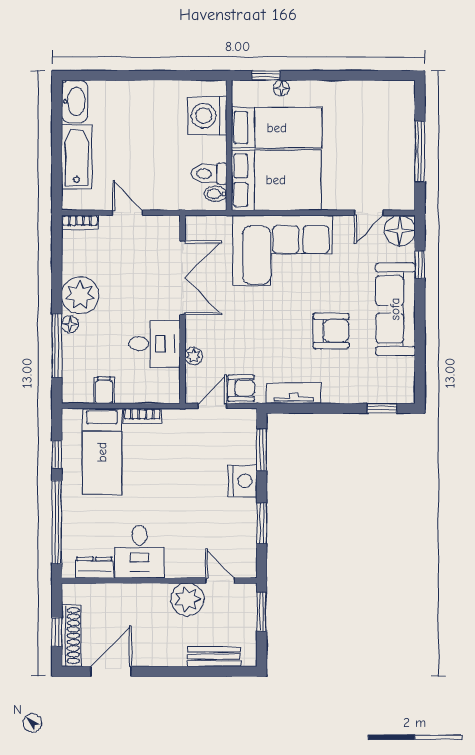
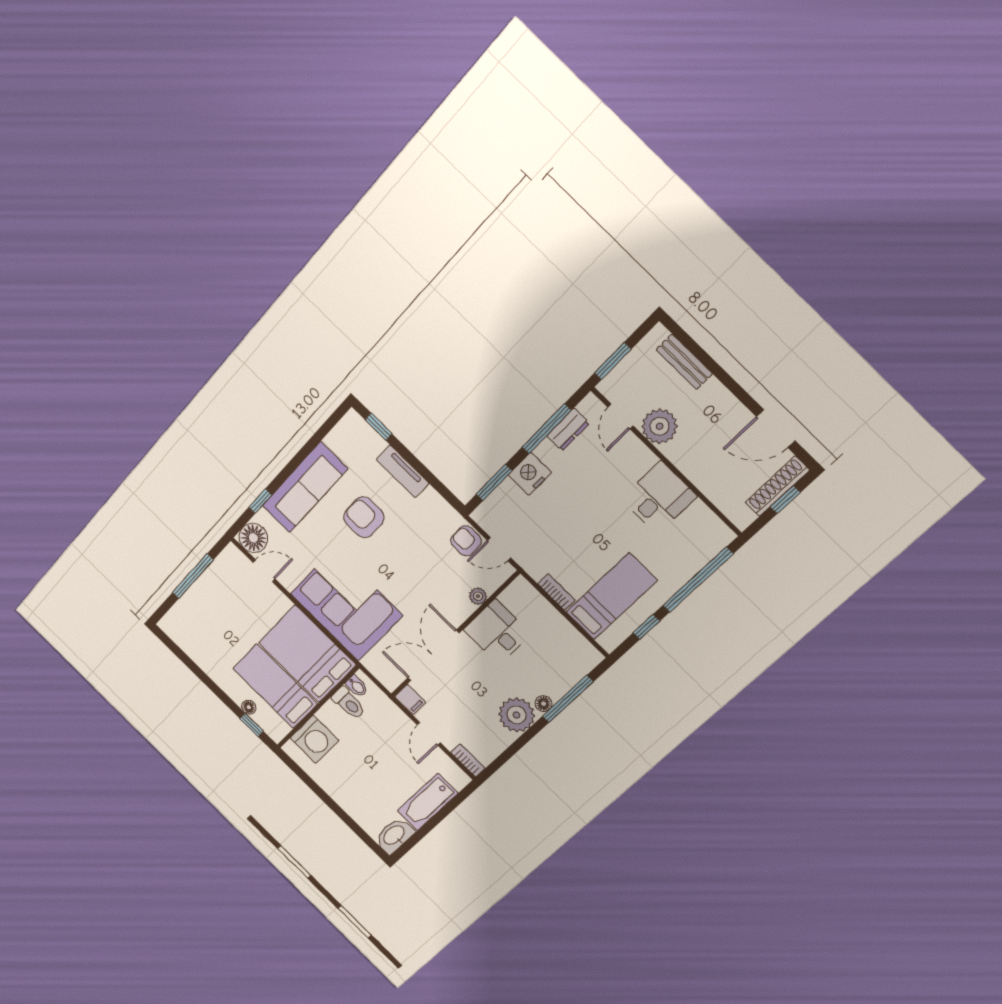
filing cabinet: (104, 390) -> (410, 699), moved, turned -90
tv unit: (294, 393) -> (403, 471), moved
window: (262, 523) -> (547, 429), width x1.44
dresser: (94, 568) -> (568, 430), moved, turned -90

